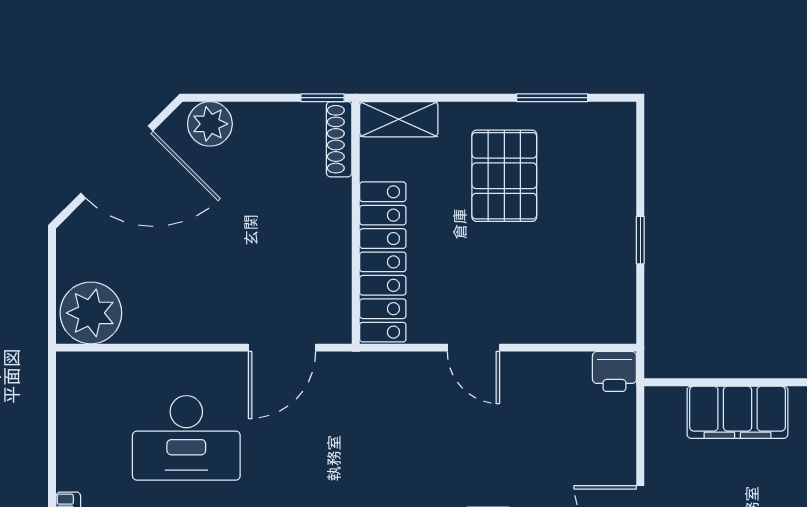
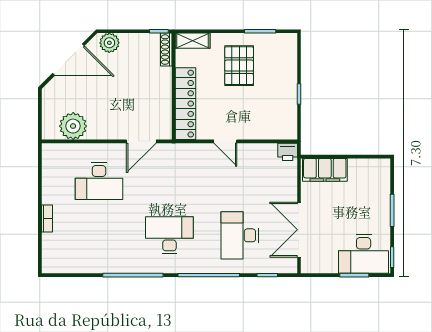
plant: (91, 313) -> (73, 126), moved
filing cabinet: (737, 412) -> (325, 170), moved

